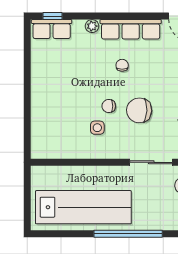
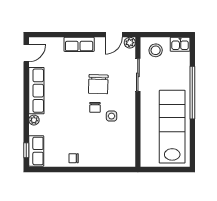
chair: (122, 65) -> (74, 158), moved

